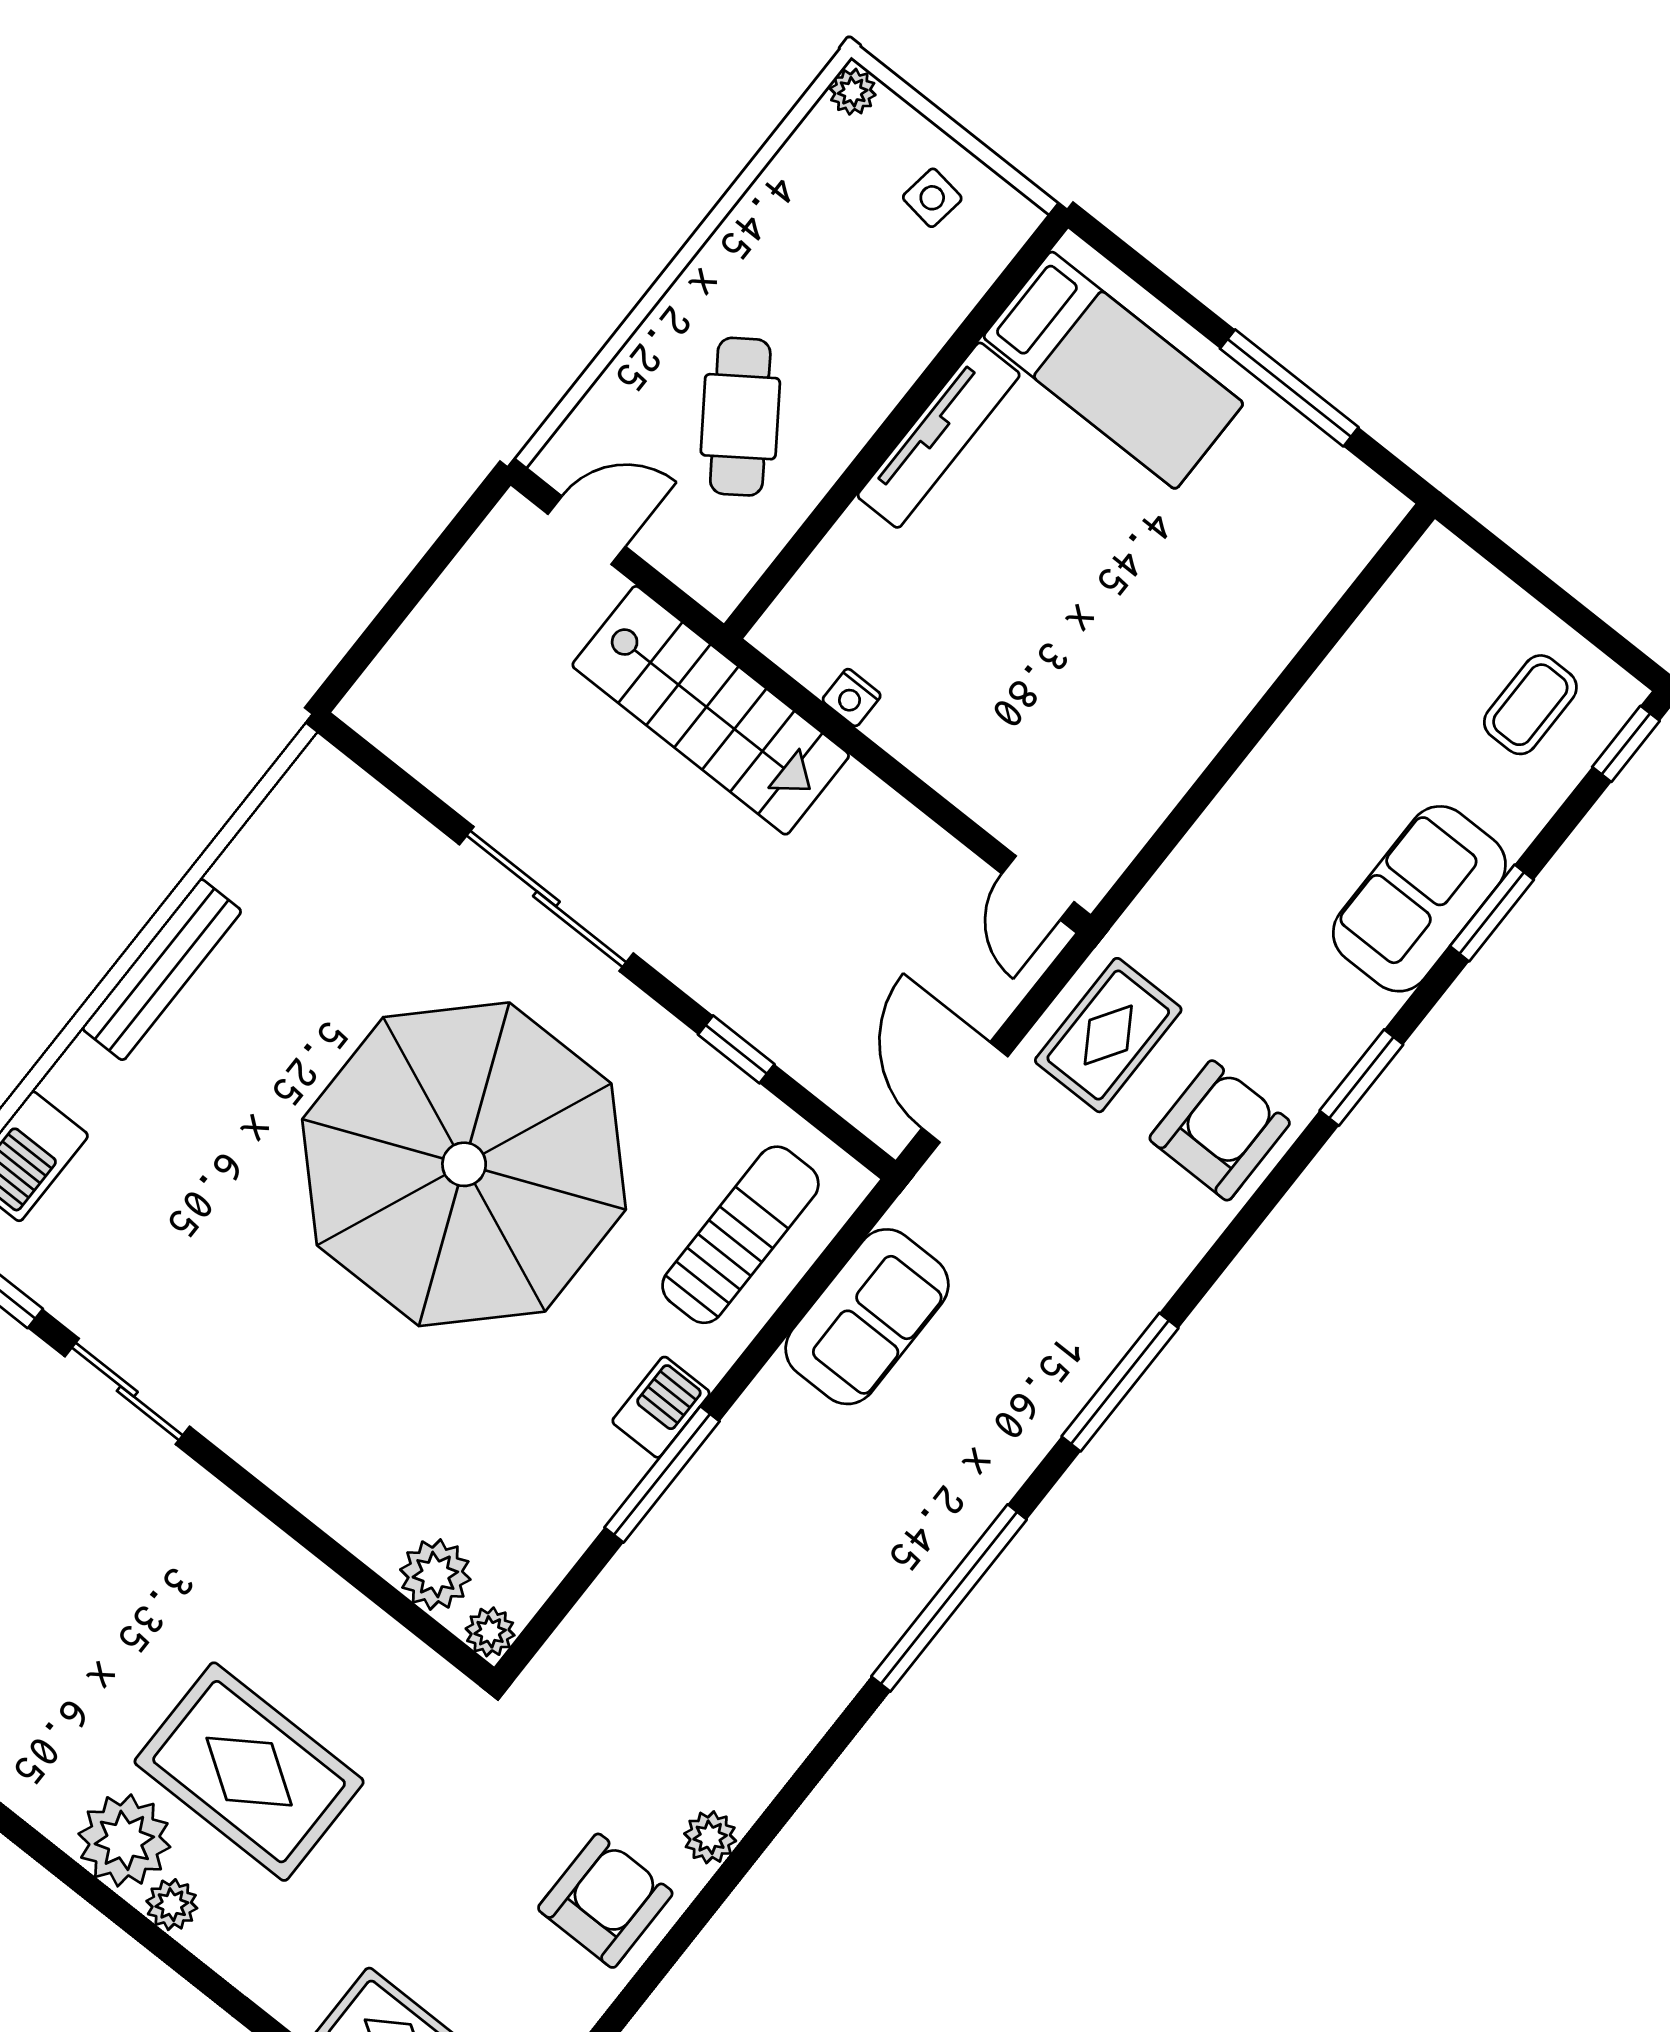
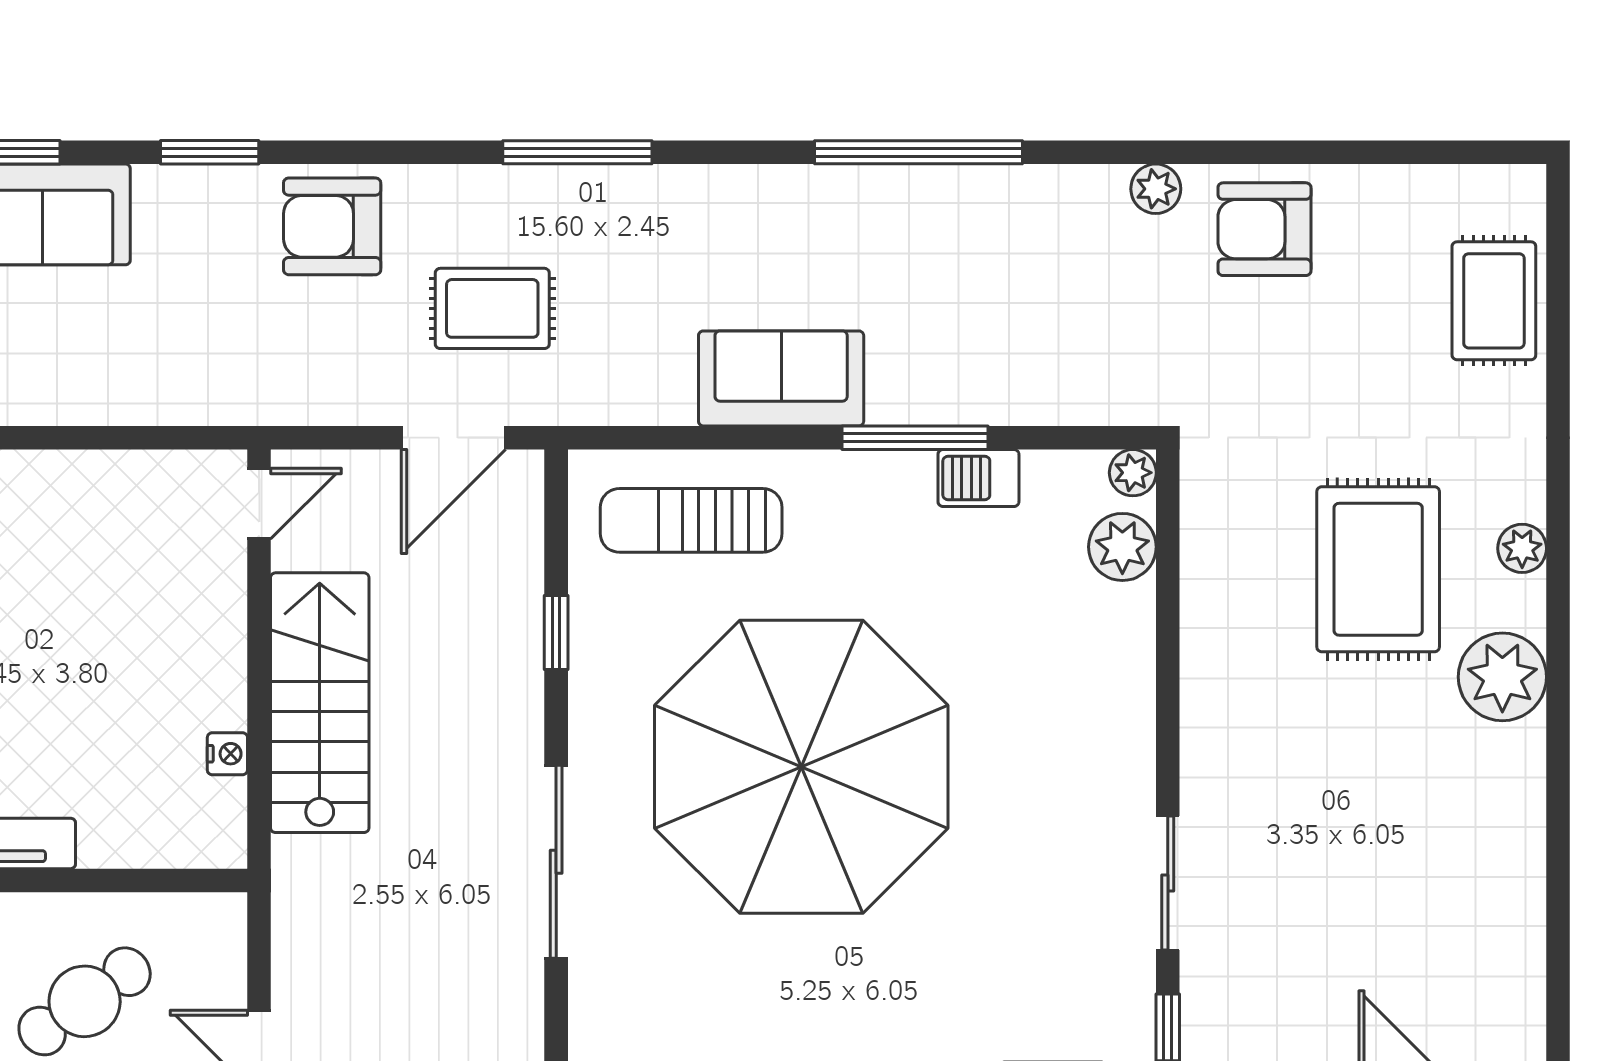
stairs: (711, 710) -> (320, 703), moved
rug: (1108, 1035) -> (492, 308), moved
sofa: (867, 1317) -> (781, 378), moved
barbecue: (661, 1407) -> (978, 478), moved
window: (949, 1598) -> (918, 152), moved
plant: (124, 1840) -> (1502, 677), moved

